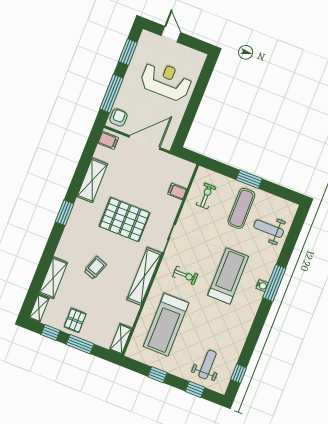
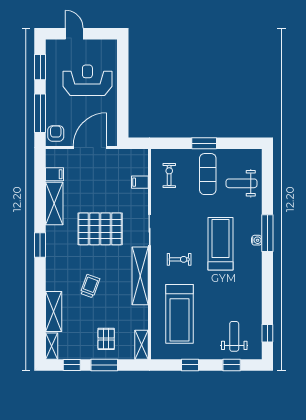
filing cabinet: (108, 140) -> (54, 174), moved
pallet: (75, 320) -> (106, 339), moved

